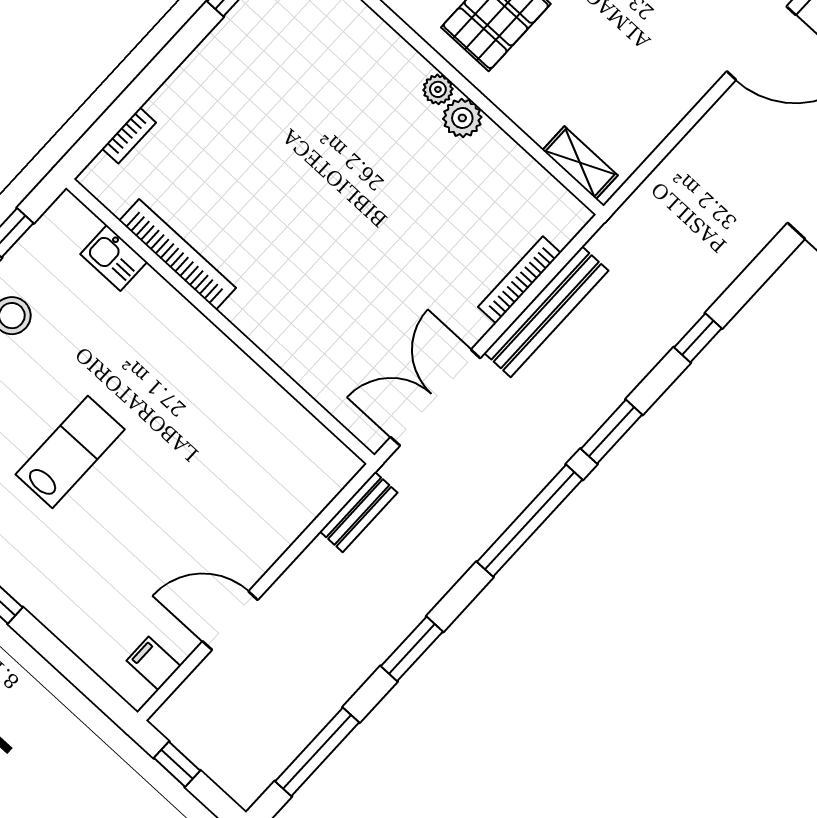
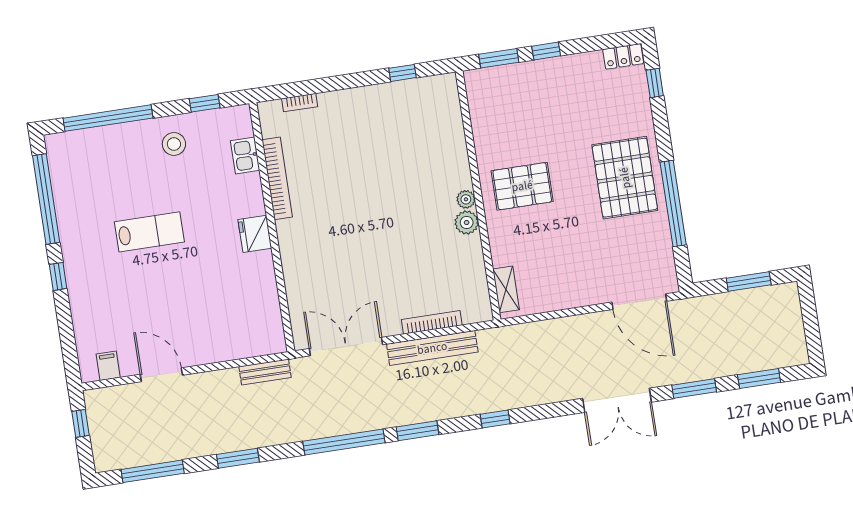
fridge: (205, 347) -> (255, 234), added

